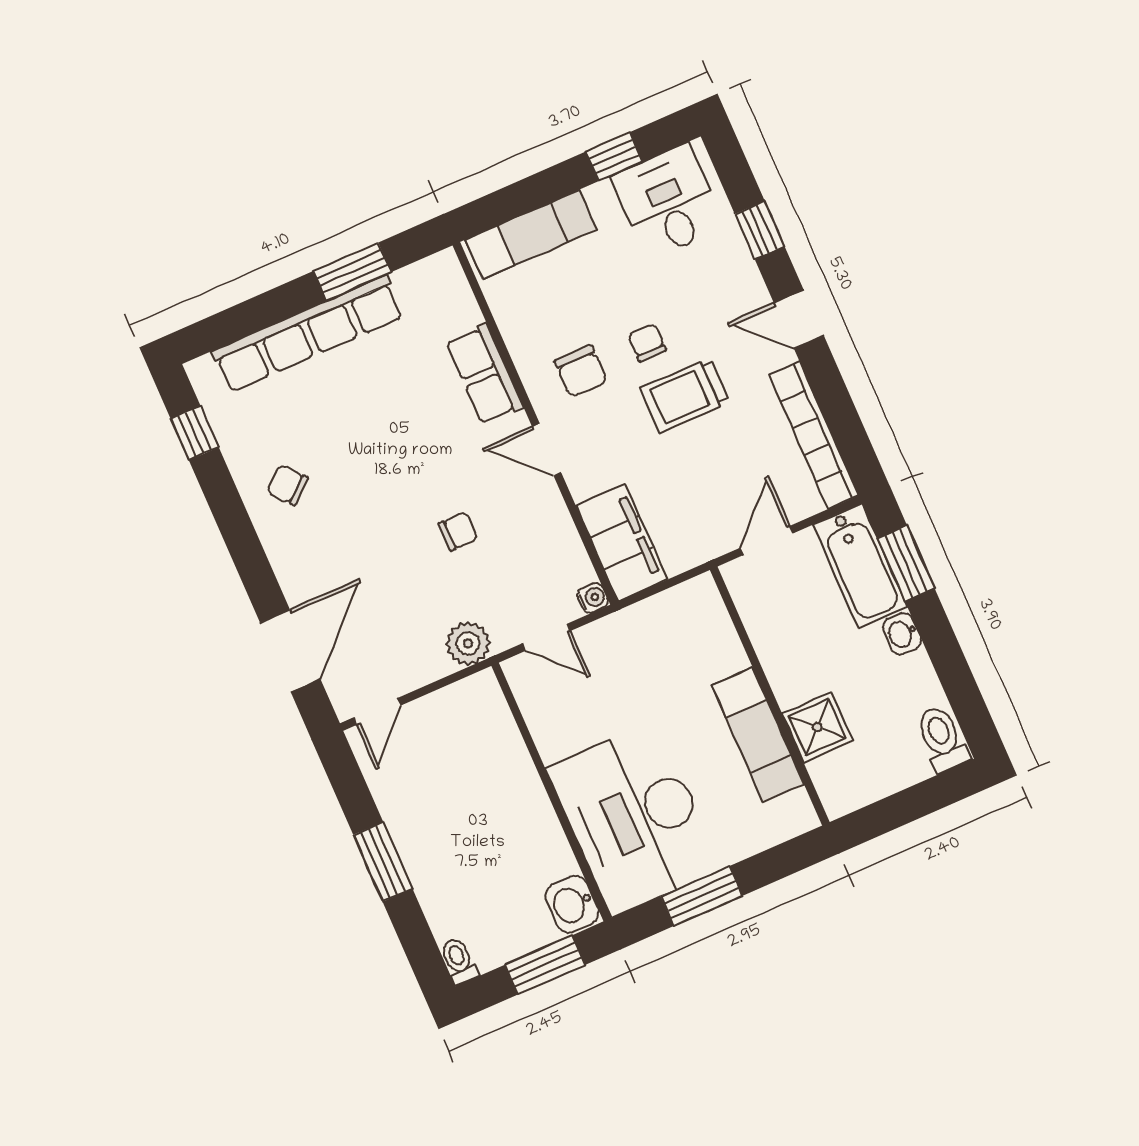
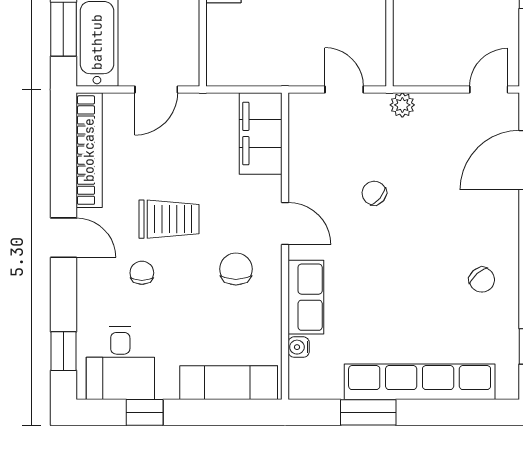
window: (760, 230) -> (63, 351), moved
chair: (647, 343) -> (142, 273), moved, turned 180
chair: (458, 531) -> (374, 193), turned 40
water cooler: (593, 598) -> (299, 347), moved
plant: (468, 643) -> (402, 105), width x0.73, depth x0.73

